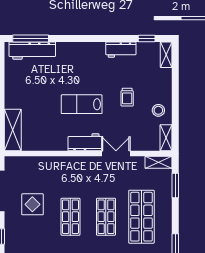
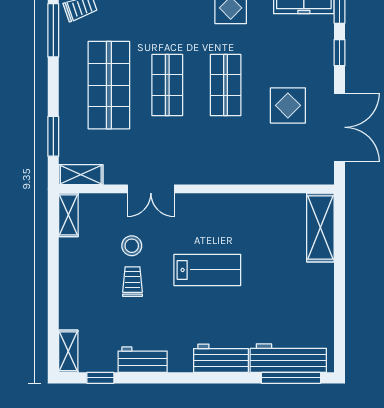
stool: (158, 110) -> (132, 246), moved
workbench: (85, 142) -> (221, 358), moved, turned 180

